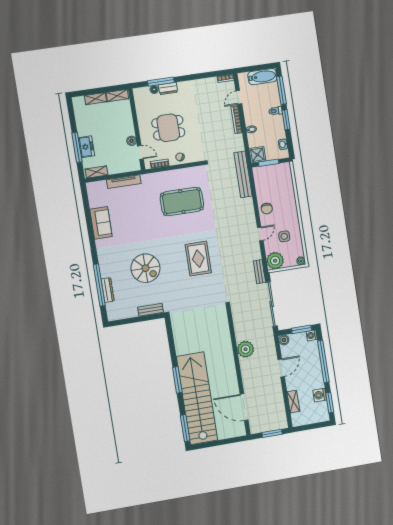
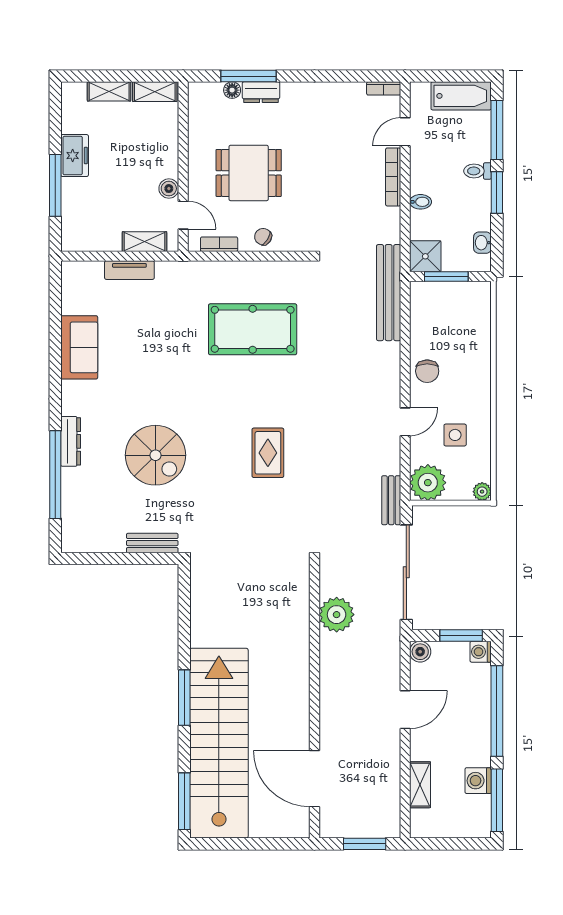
freezer: (86, 147) -> (75, 156), moved
shelving: (96, 172) -> (144, 242), moved
tv unit: (124, 182) -> (129, 270), width x0.71
rug: (198, 259) -> (268, 453), width x0.73, depth x0.70
dresser: (108, 290) -> (71, 441), moved
plant: (246, 349) -> (337, 615), moved
window: (330, 403) -> (497, 800), width x1.44

